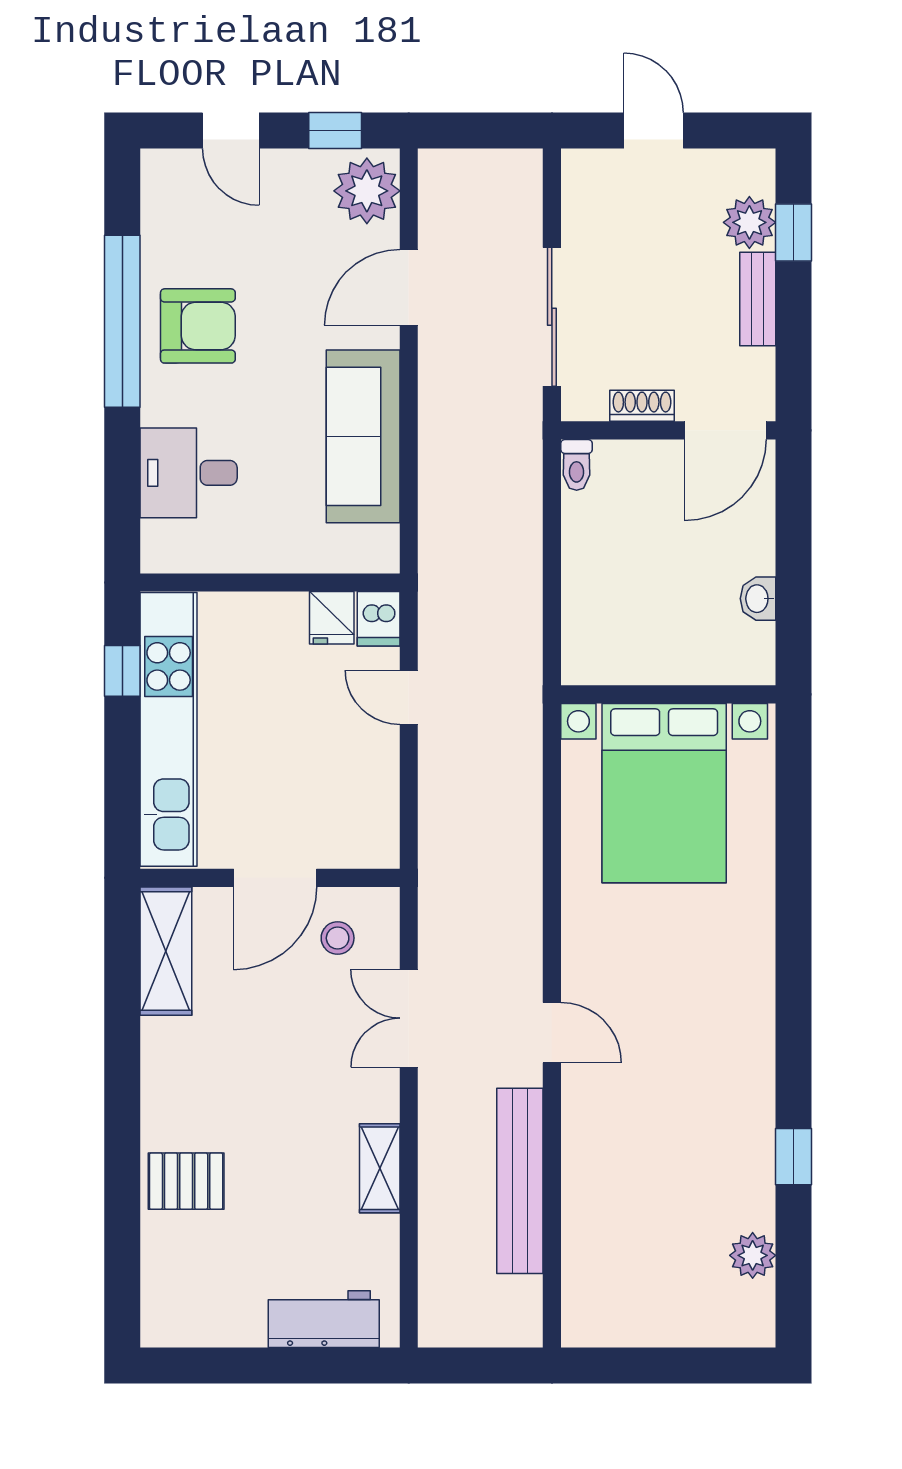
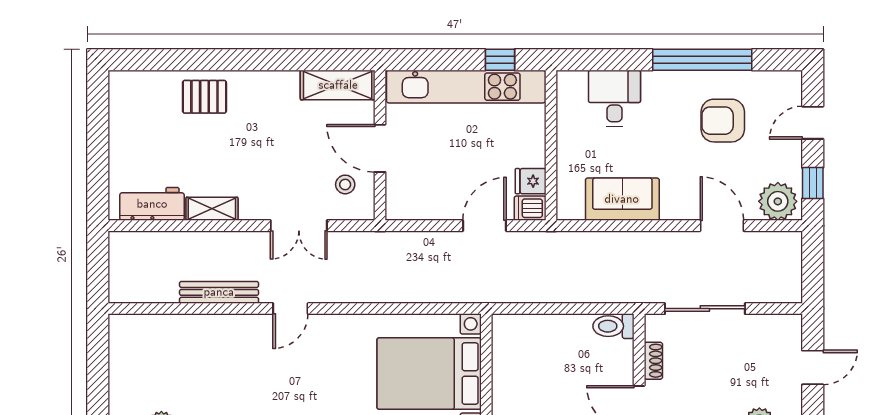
armchair: (198, 326) -> (723, 121), moved, turned 90
sofa: (363, 436) -> (622, 199), width x0.73
toilet: (577, 465) -> (613, 326), width x1.37, depth x1.39
door: (409, 697) -> (485, 226), width x1.37
double door: (409, 1018) -> (299, 226), swing flipped
pallet: (186, 1181) -> (204, 97), turned 90
bench: (520, 1181) -> (219, 292), width x0.73, depth x0.82
workbench: (324, 1319) -> (152, 204), moved, turned -90

